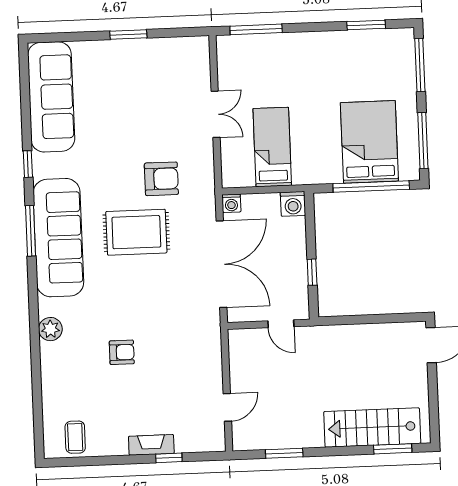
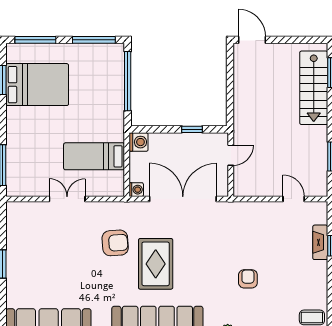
bed: (369, 142) -> (37, 85), moved, turned 180
armchair: (161, 179) -> (115, 243), turned 86
fireplace: (151, 445) -> (320, 242), moved

